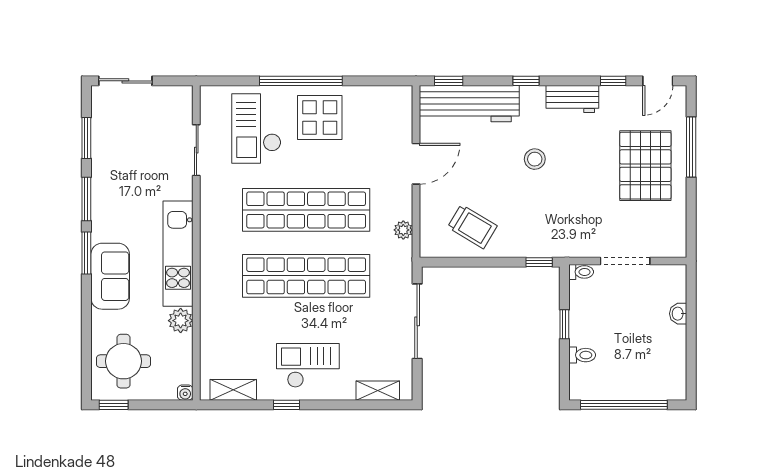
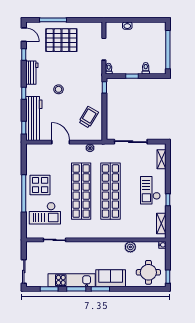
kitchen unit: (178, 254) -> (72, 280), moved, turned 180

